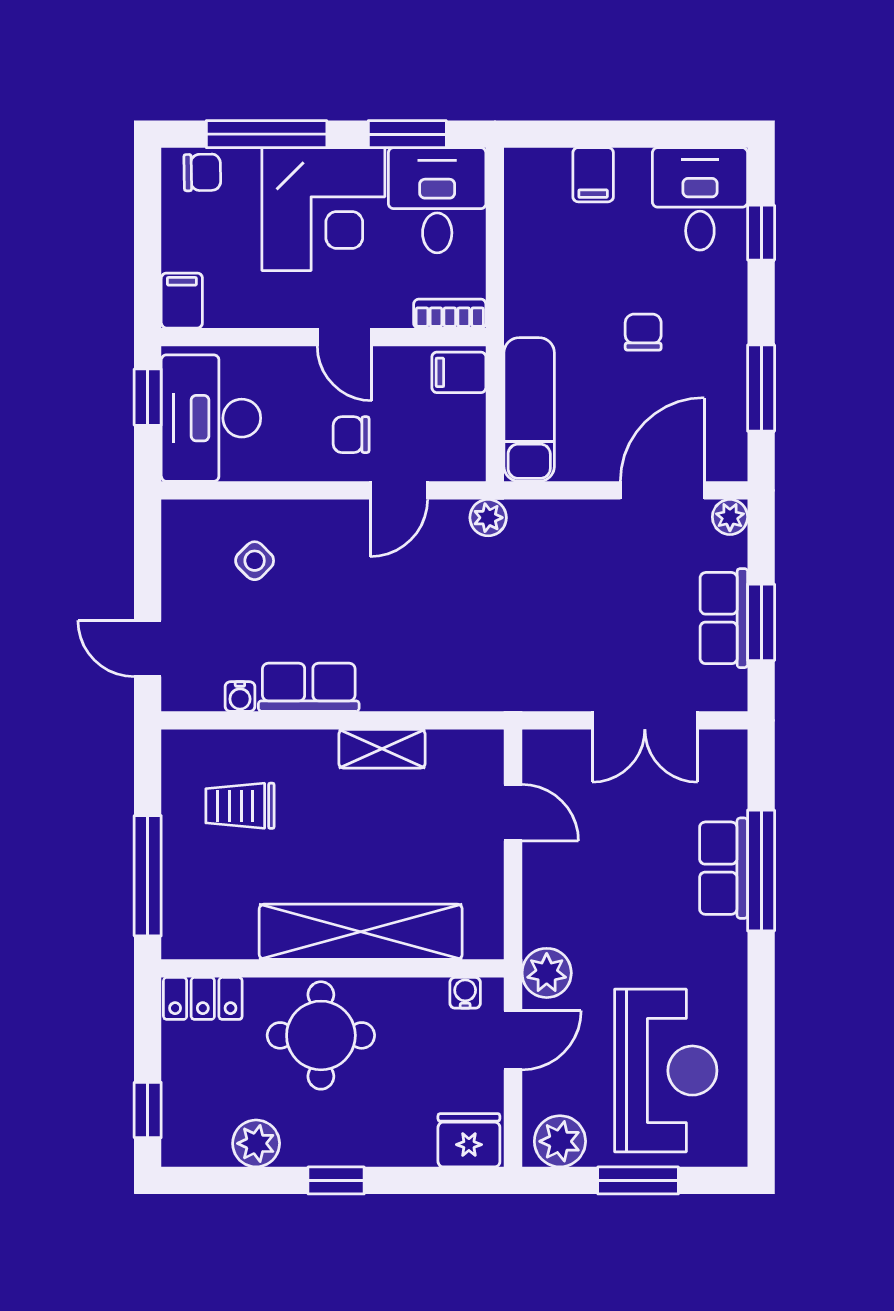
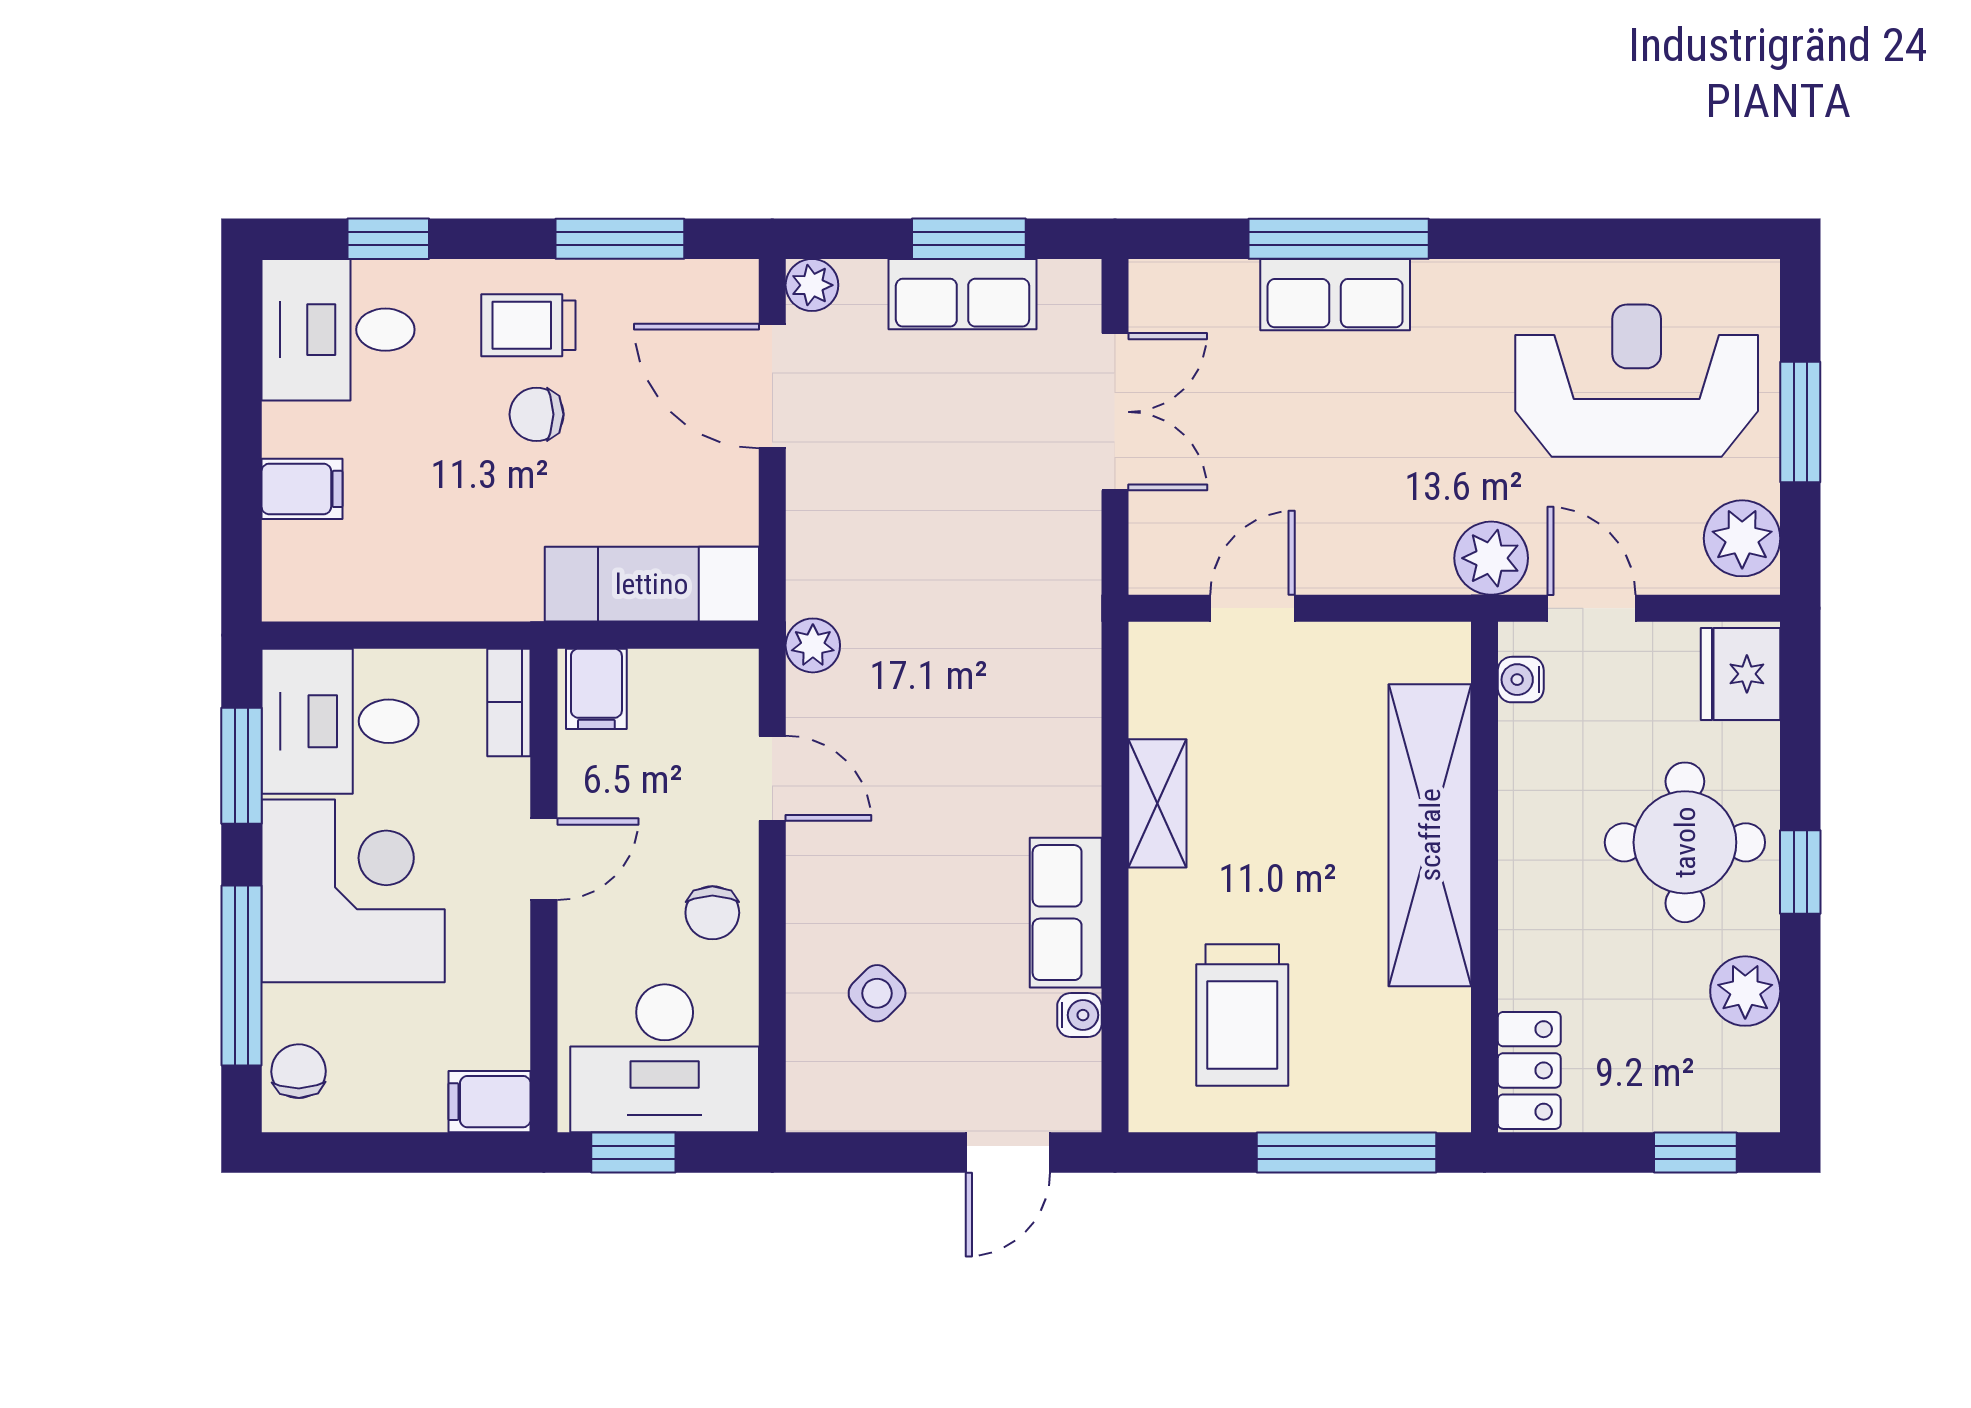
trolley: (703, 327) -> (528, 325), added
chair: (351, 435) -> (712, 913), moved
trolley: (240, 806) -> (1242, 1015), width x1.36, depth x1.39
round table: (321, 1035) -> (1685, 842), moved

